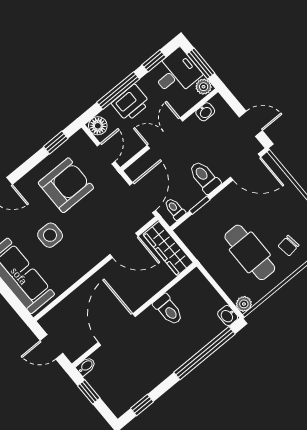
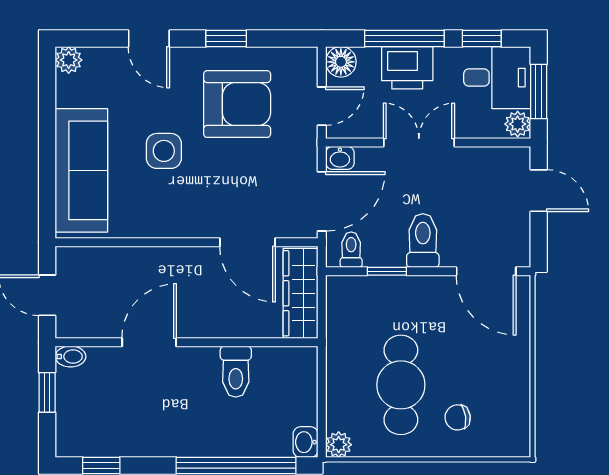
washbasin: (205, 112) -> (340, 158), moved
door: (251, 124) -> (539, 191), moved
window: (56, 142) -> (226, 39), moved
door: (117, 329) -> (149, 342), width x0.73

